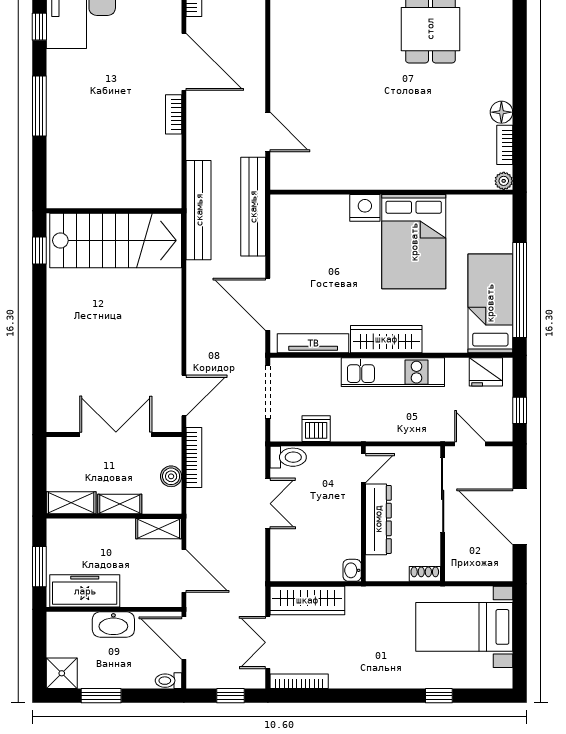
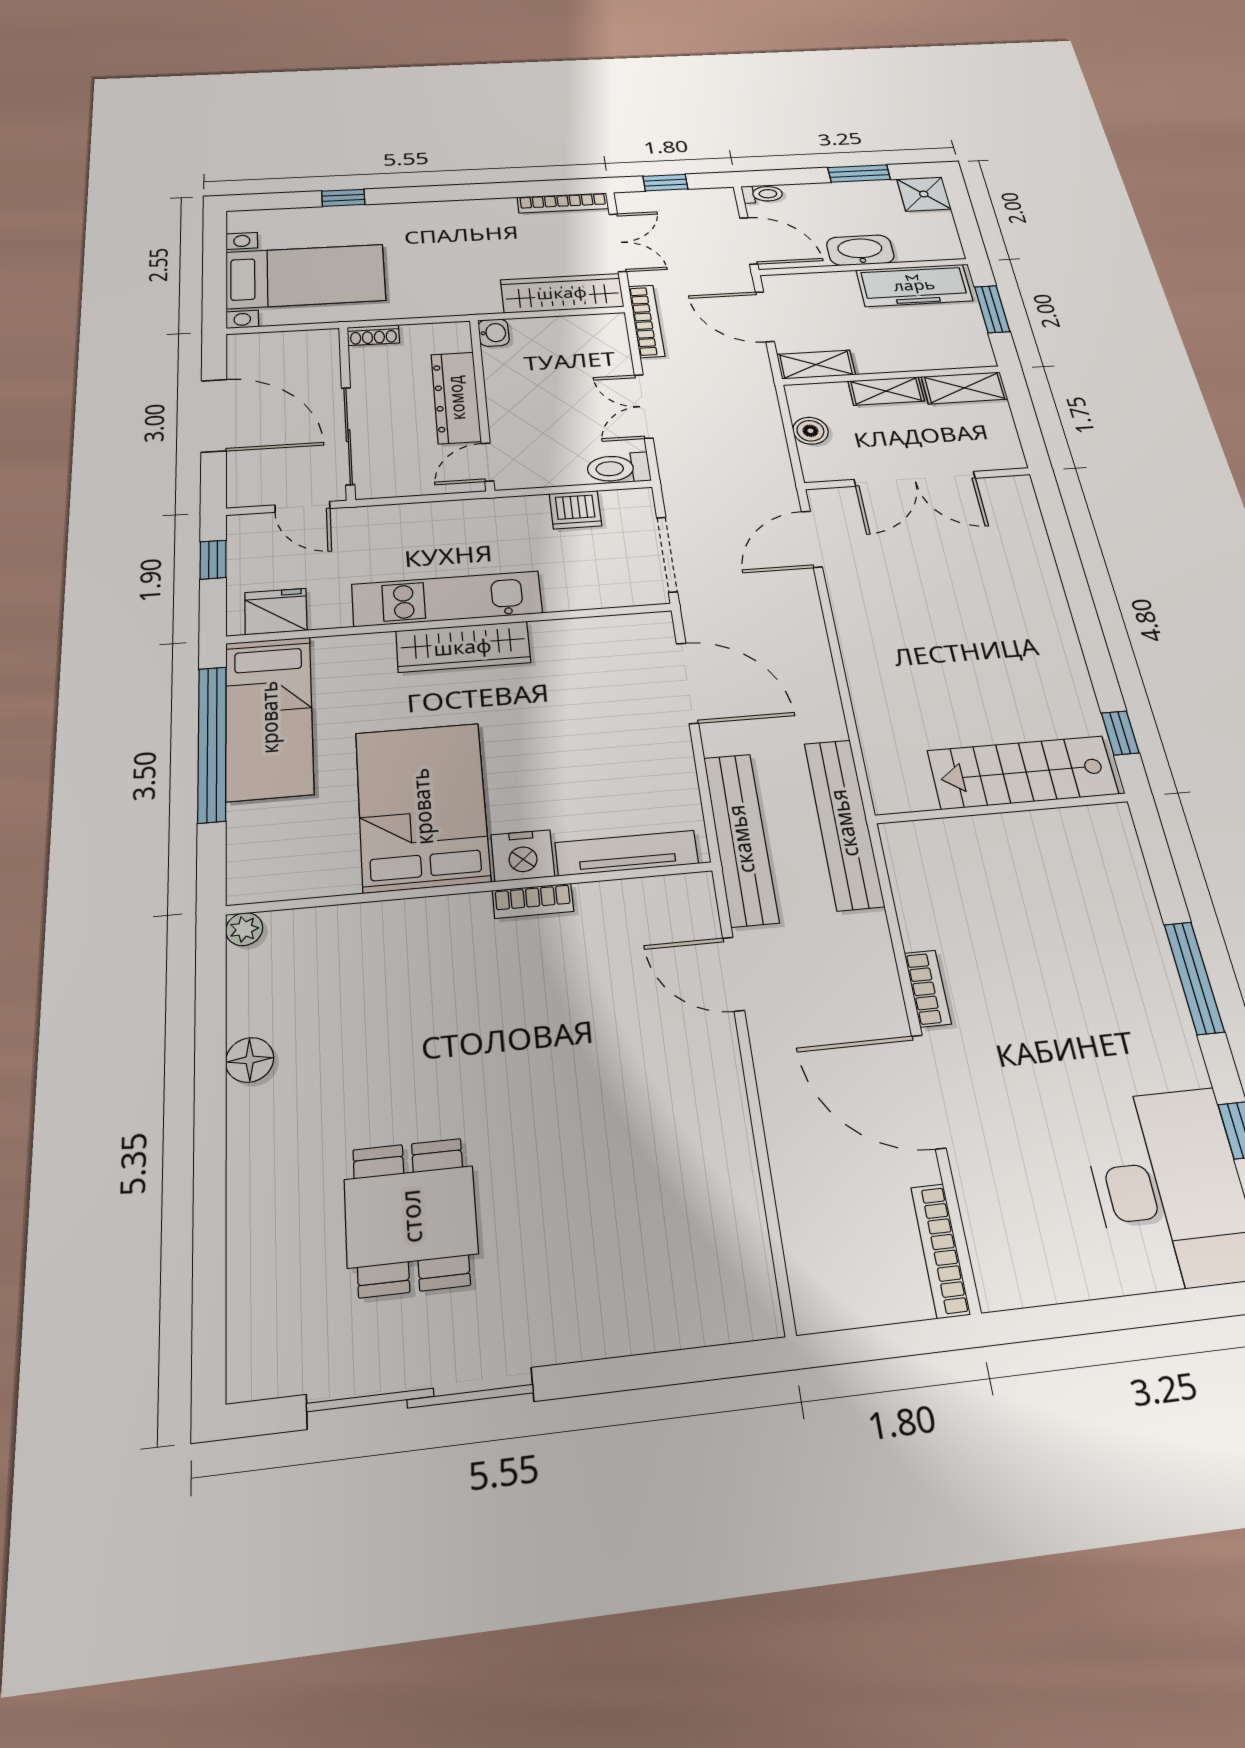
bookcase: (505, 145) -> (533, 901), moved, turned 90
stairs: (116, 240) -> (1023, 772), width x0.73, depth x0.66
tv unit: (313, 343) -> (627, 853), moved, turned 180
bookcase: (194, 457) -> (646, 321), moved, turned 180

